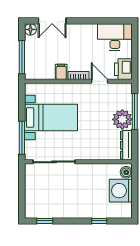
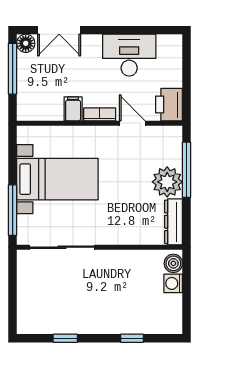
desk: (115, 37) -> (129, 55), moved
window: (22, 57) -> (13, 69), moved
washing machine: (121, 191) -> (173, 283), width x0.53, depth x0.53
window: (45, 221) -> (65, 338), moved

